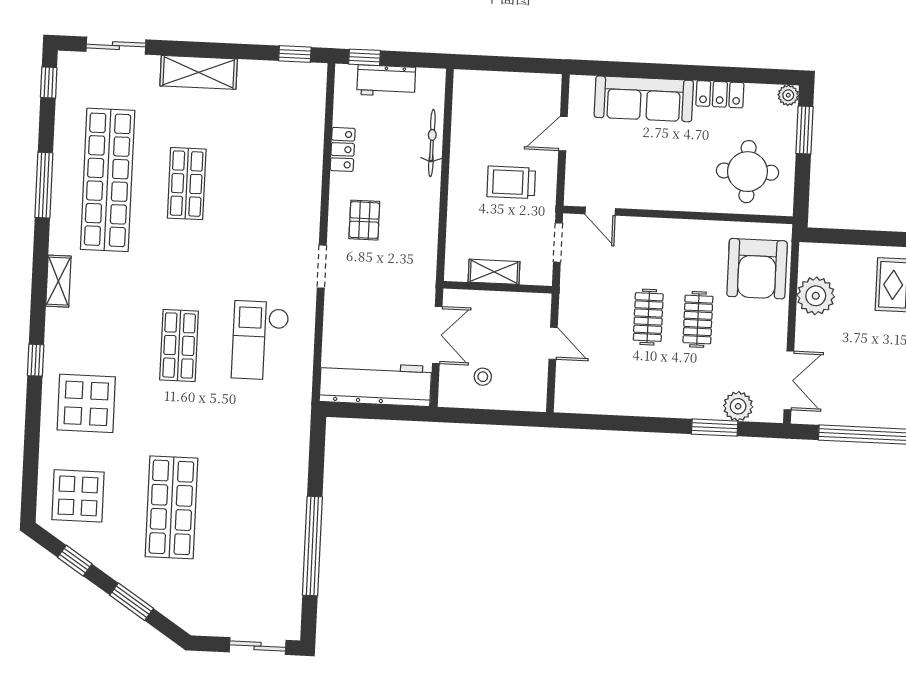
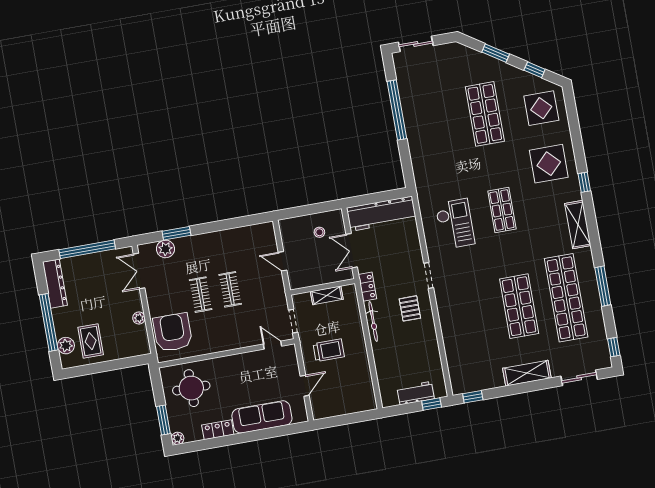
bicycle: (432, 143) -> (373, 322), moved
locker: (343, 149) -> (367, 287), moved, turned 180
shop shelf: (187, 184) -> (519, 306), width x1.43, depth x1.36
shelving: (58, 281) -> (578, 225), width x1.50, depth x1.33
plant: (816, 296) -> (139, 318), width x0.53, depth x0.53

